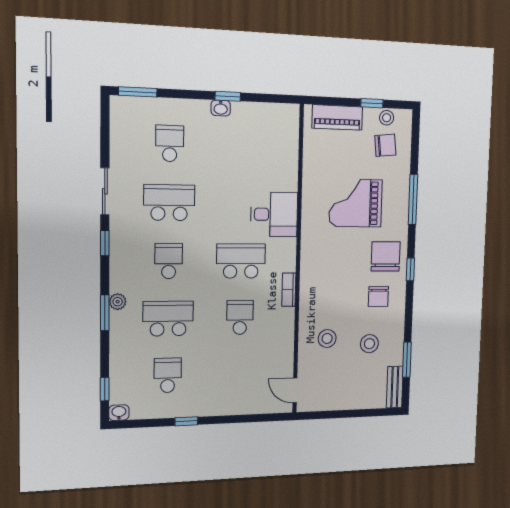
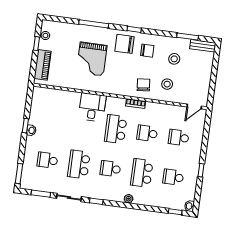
chair: (385, 145) -> (143, 85), moved
window: (105, 313) -> (41, 194), moved
school desk: (239, 373) -> (179, 138), added

